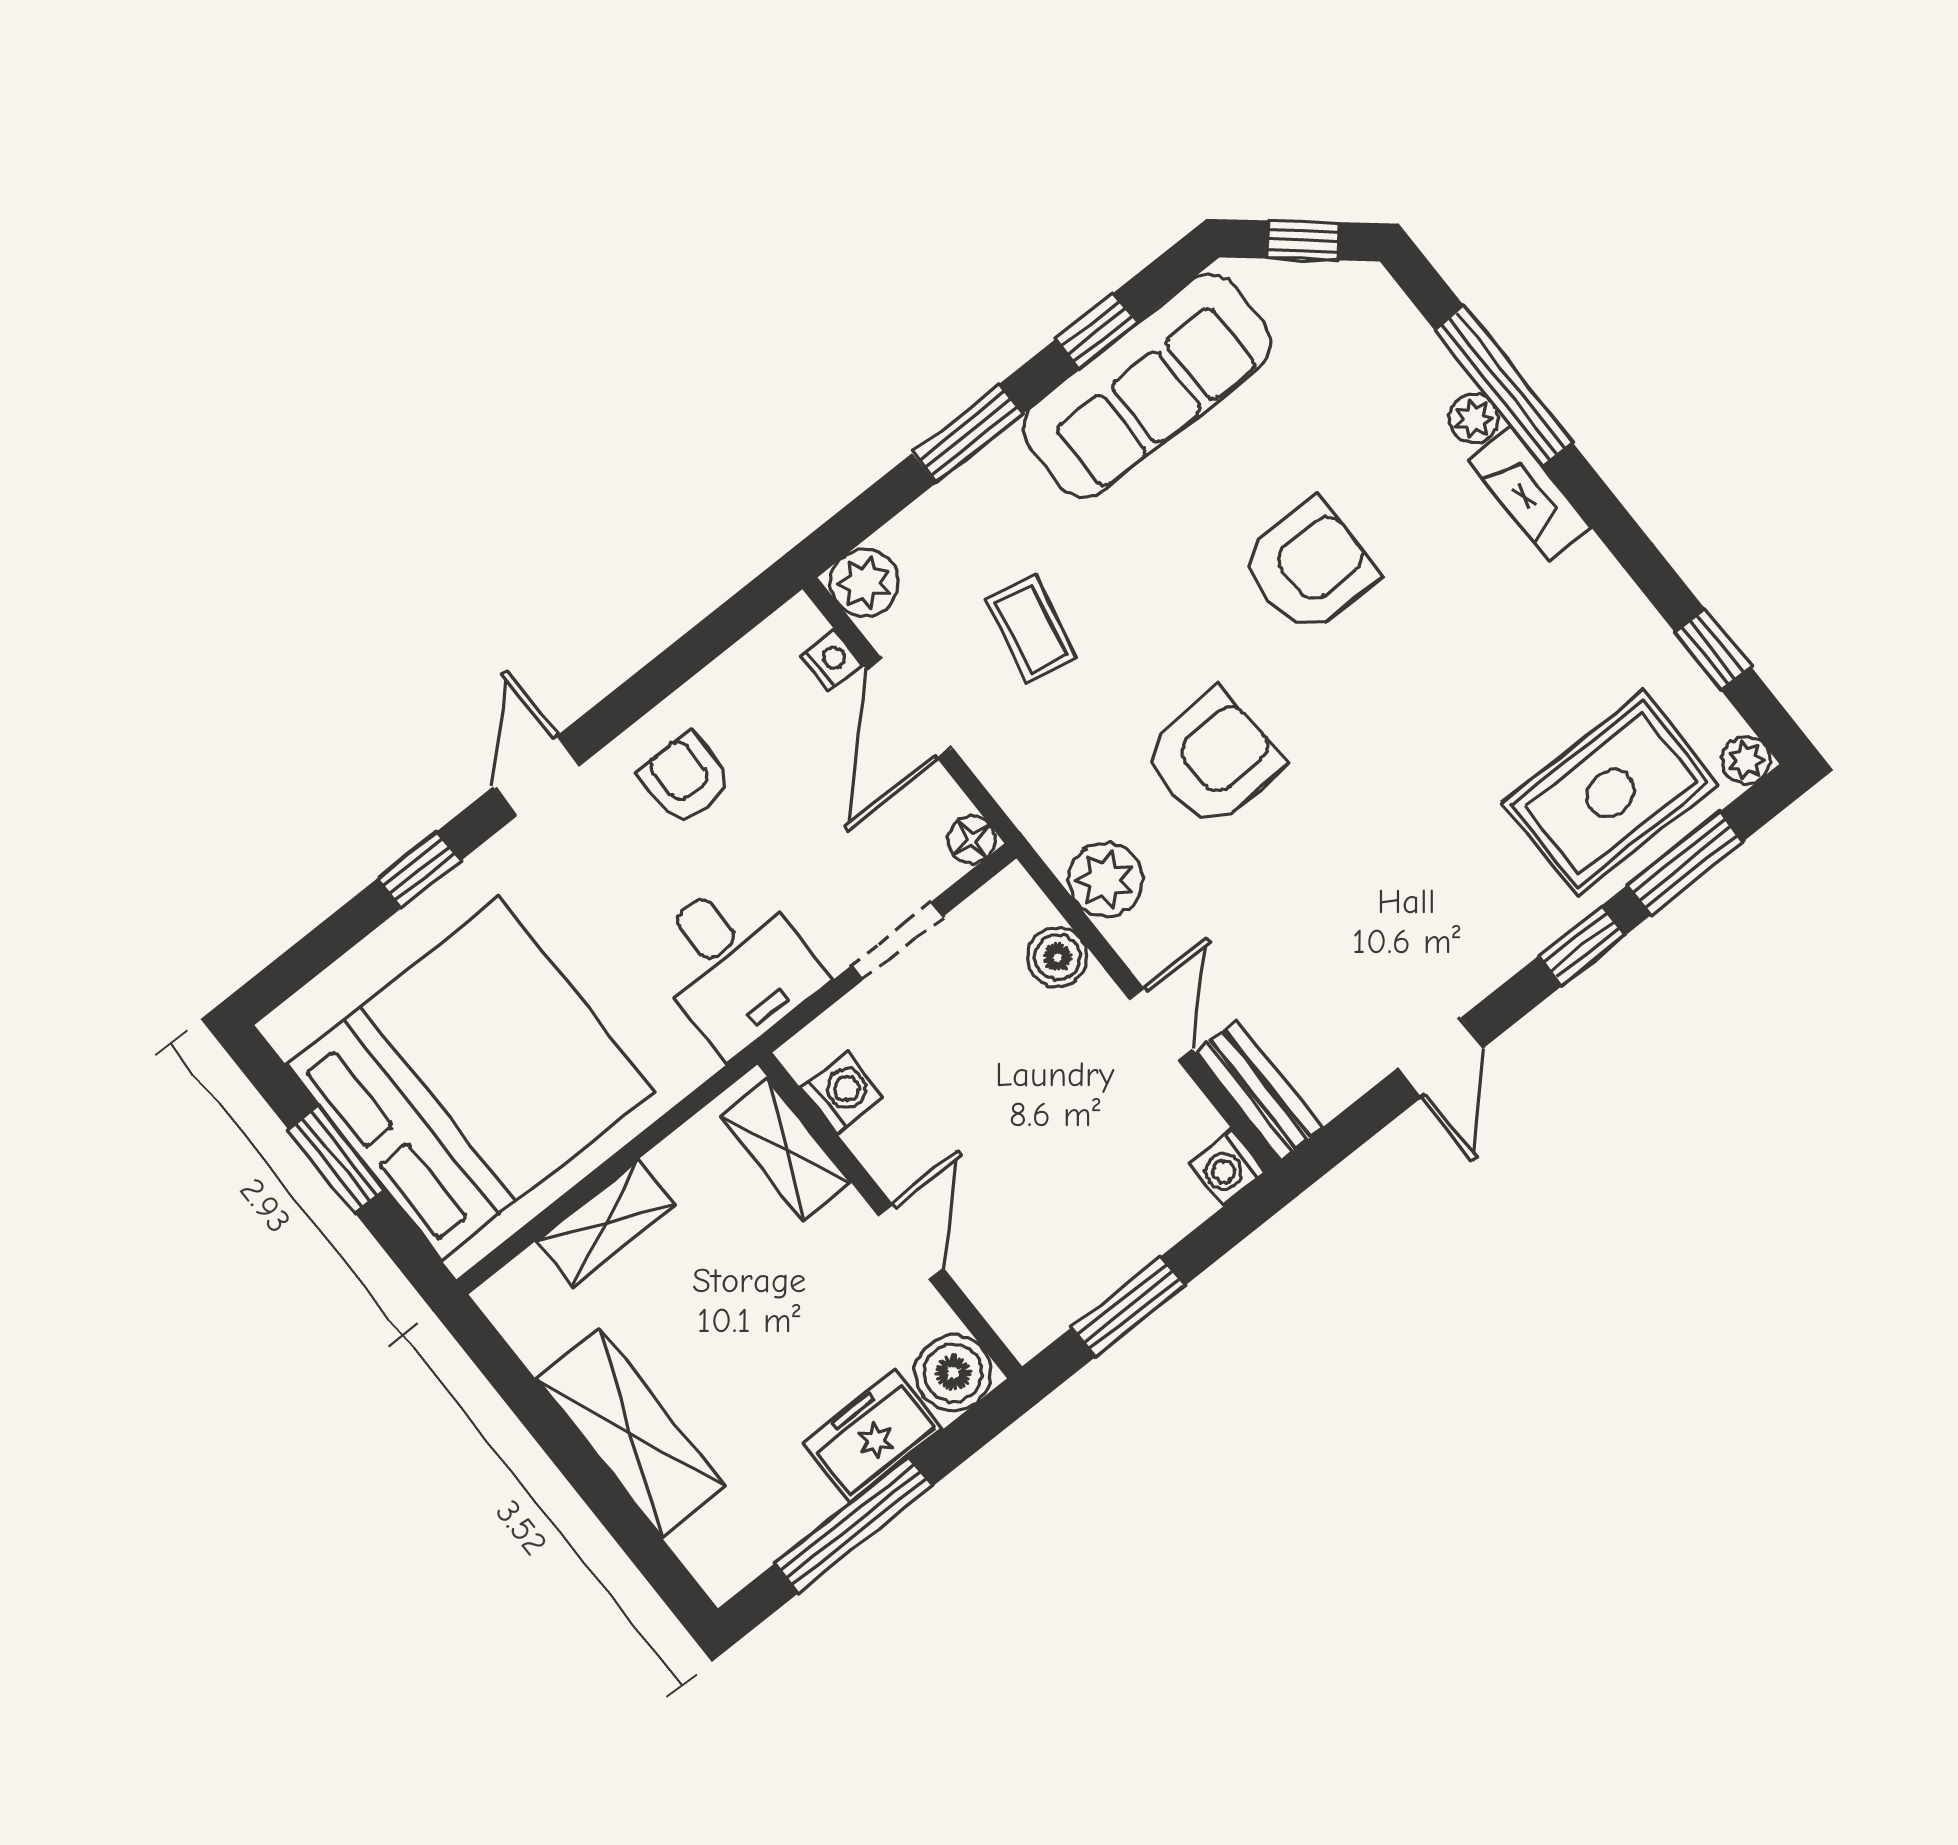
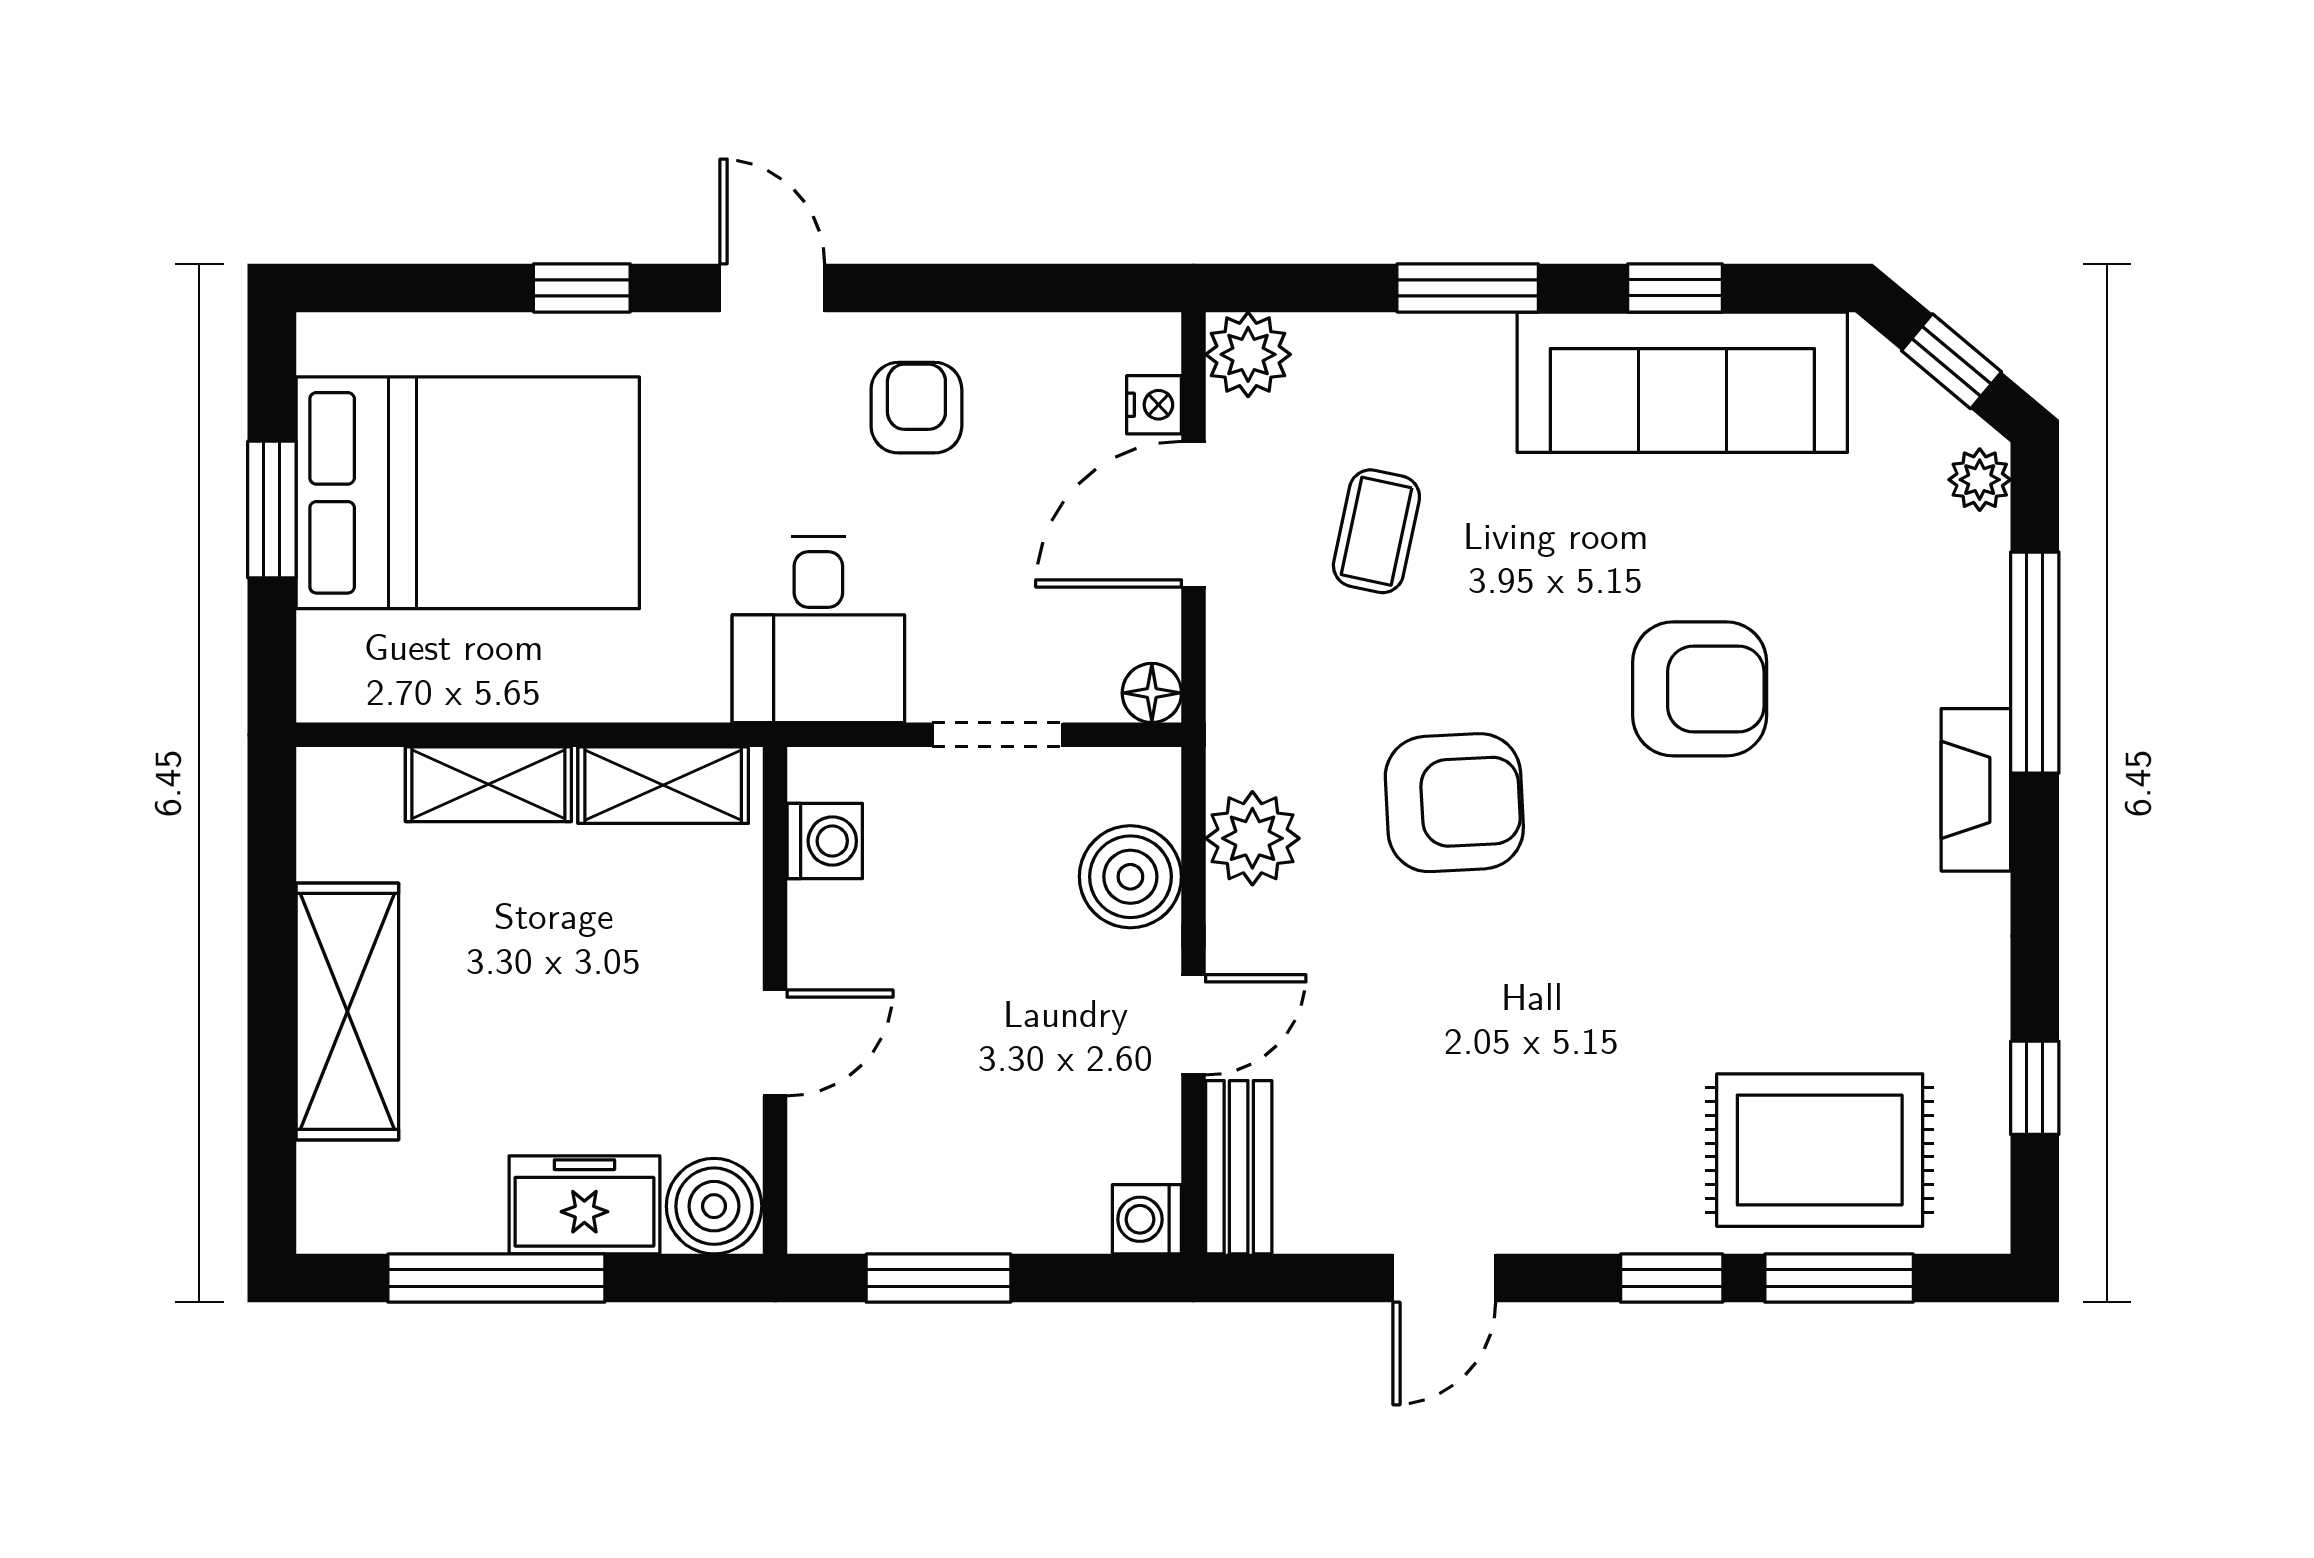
plant: (1474, 418) -> (1980, 480), moved
plant: (1746, 760) -> (1981, 1224), removed
door: (537, 776) -> (772, 288), hinge flipped
boiler: (1057, 957) -> (1130, 877), width x1.36, depth x1.36
bed: (470, 1079) -> (468, 493), width x0.73
shelving: (786, 1149) -> (663, 785), moved, turned 90

